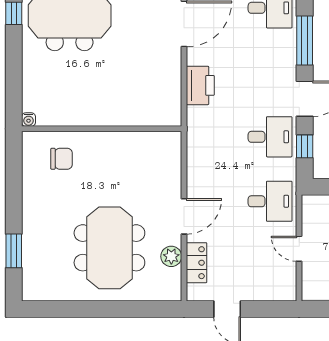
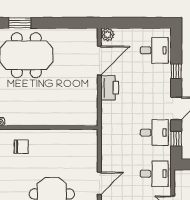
window: (305, 40) -> (176, 71), width x0.46
printer: (200, 85) -> (110, 88), moved

